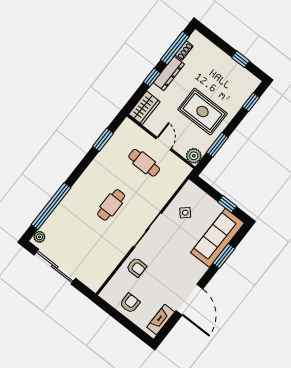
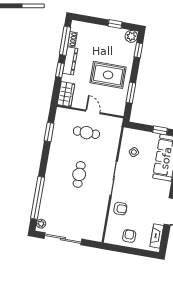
plant: (194, 156) -> (131, 36), moved

